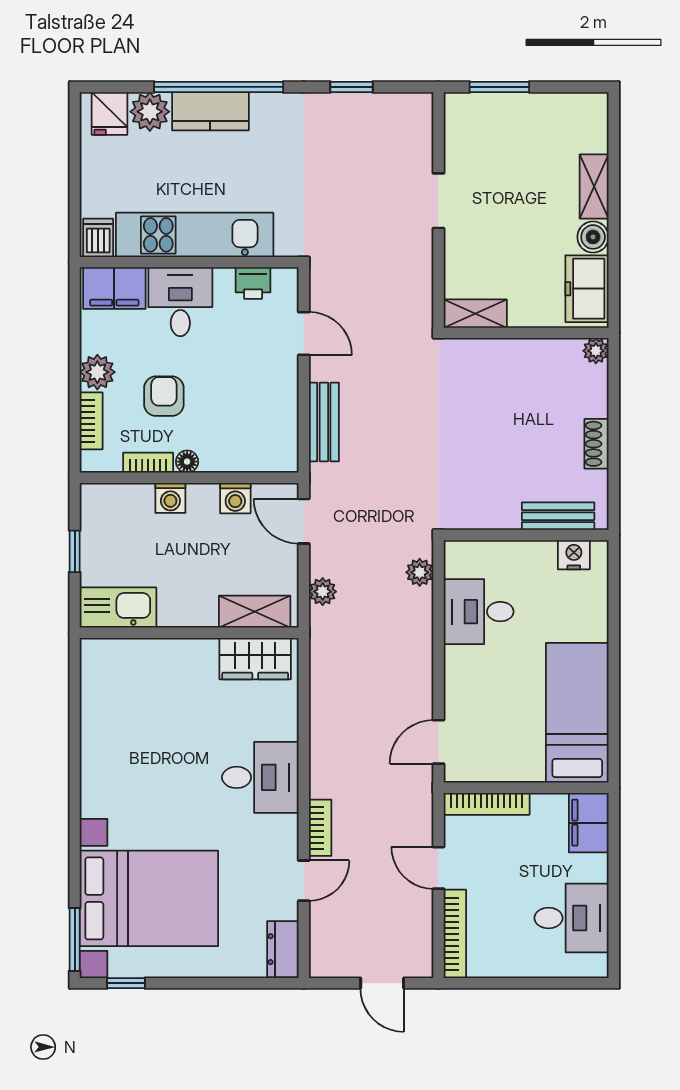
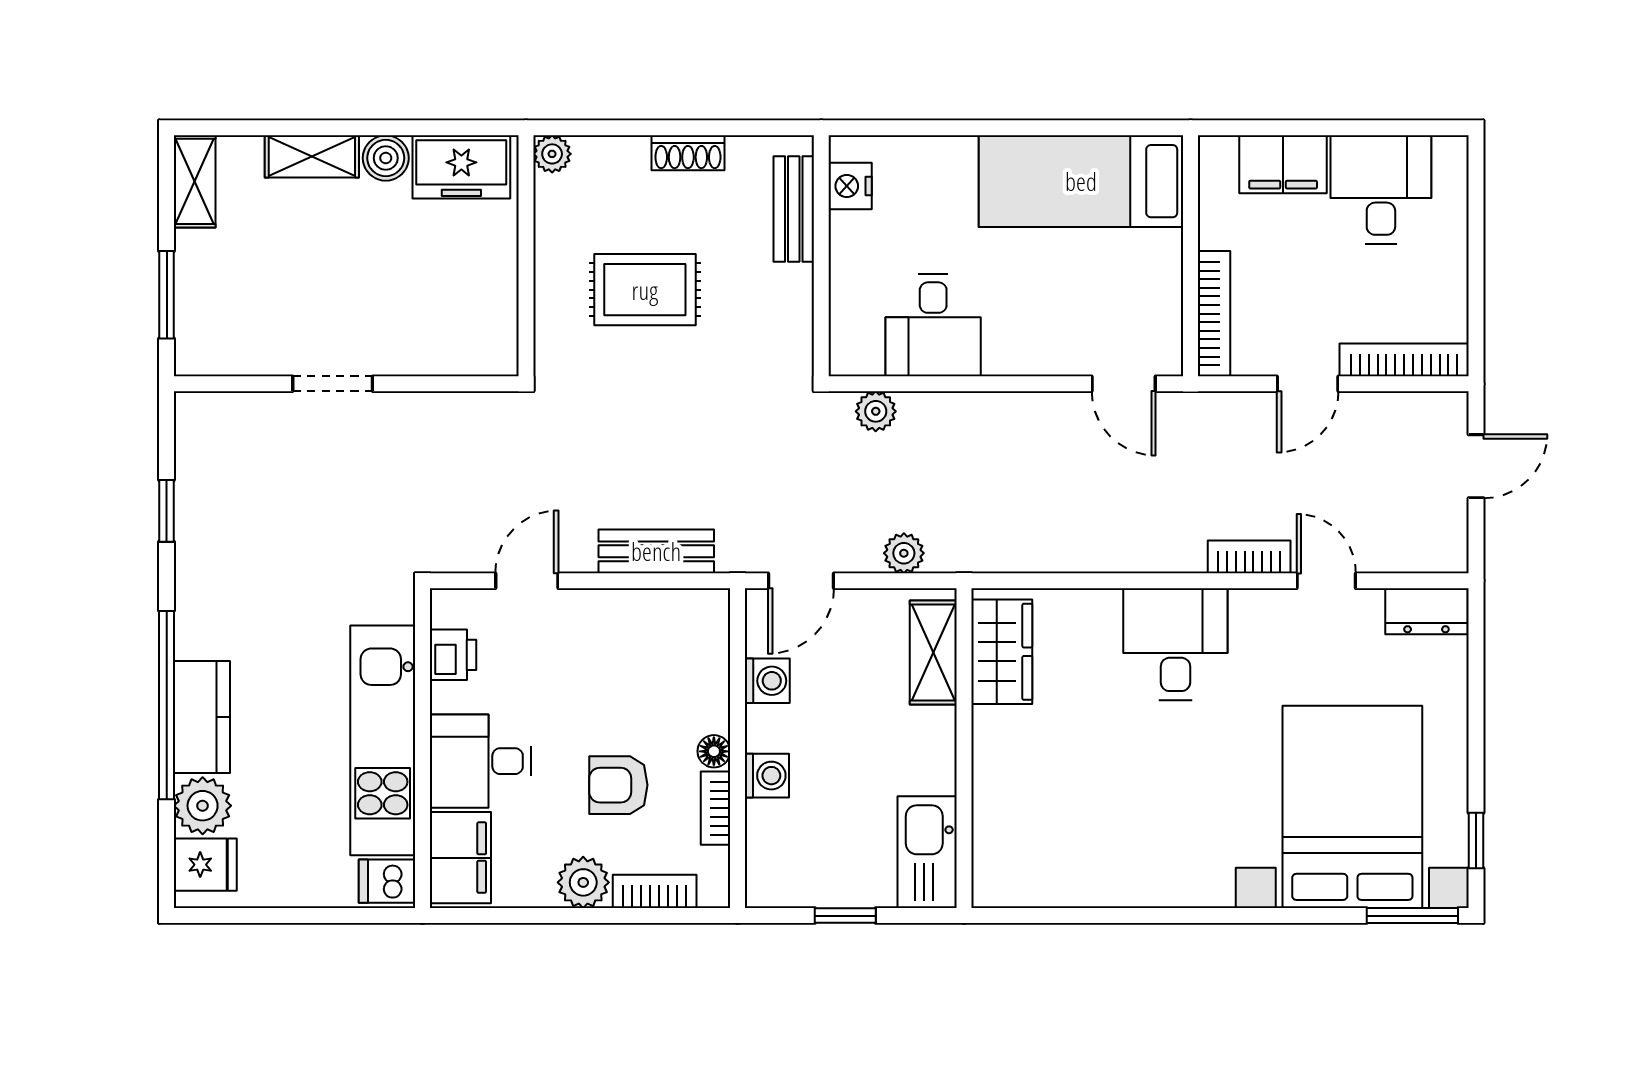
shelving: (475, 314) -> (195, 181), moved
rug: (503, 414) -> (645, 290), added
filing cabinet: (589, 823) -> (1283, 164), moved

